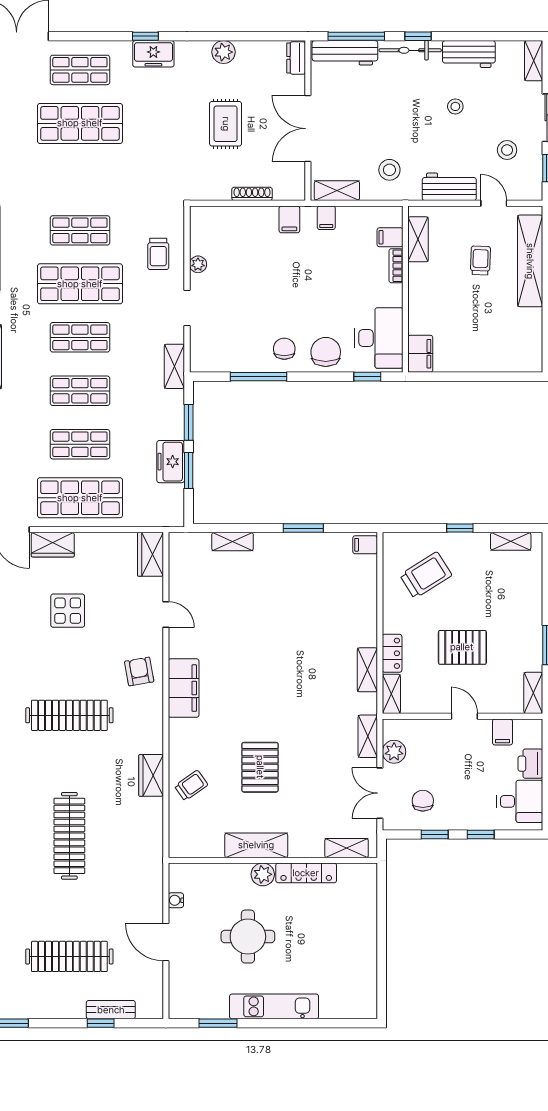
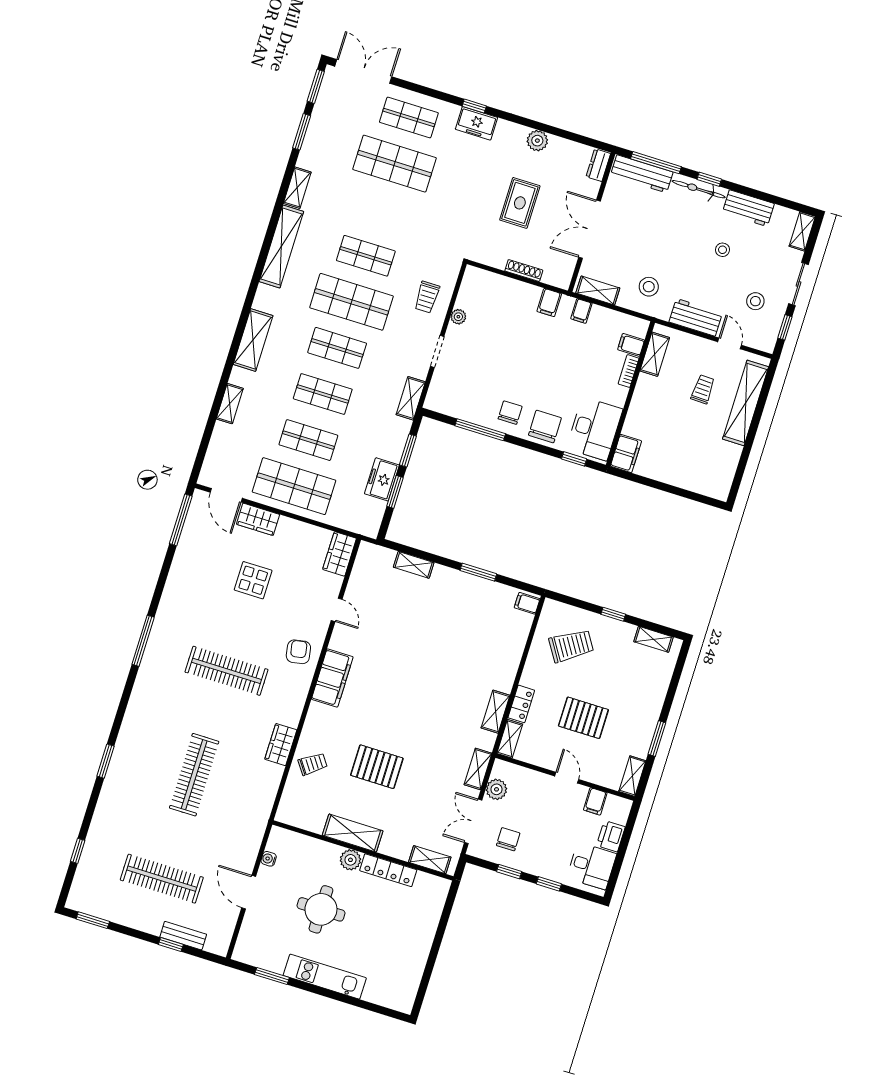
pallet: (260, 767) -> (377, 767), turned 90

